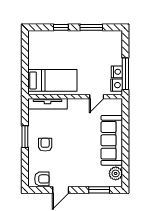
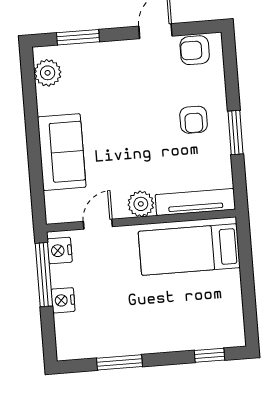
window: (61, 27) -> (210, 355), moved
nightstand: (117, 72) -> (63, 300), moved
plant: (75, 105) -> (141, 204), added
sofa: (112, 140) -> (62, 152), width x0.73

